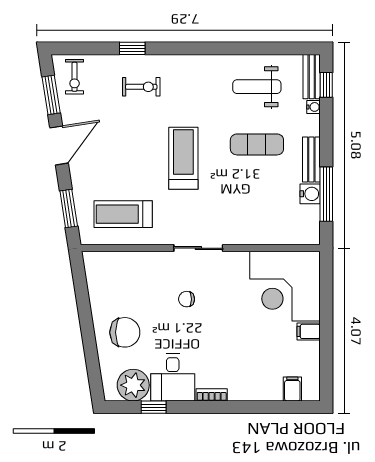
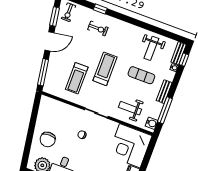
weight bench: (257, 87) -> (151, 48), turned -90
water cooler: (310, 194) -> (152, 123), moved
window: (69, 208) -> (43, 72), width x1.44
treadmill: (123, 214) -> (77, 78), moved, turned -90
weight bench: (259, 215) -> (130, 108), added
chair: (125, 332) -> (48, 139), turned 90

